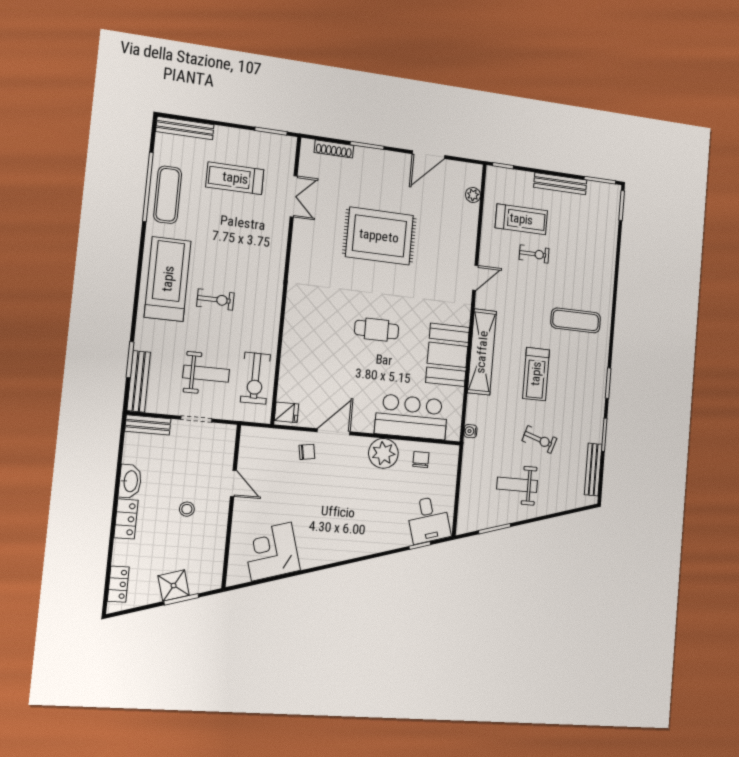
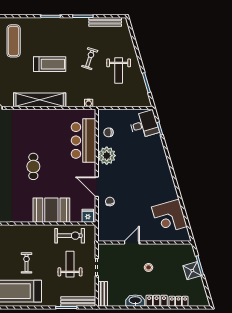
booth: (448, 355) -> (51, 210), moved
locker: (118, 584) -> (178, 301), moved

